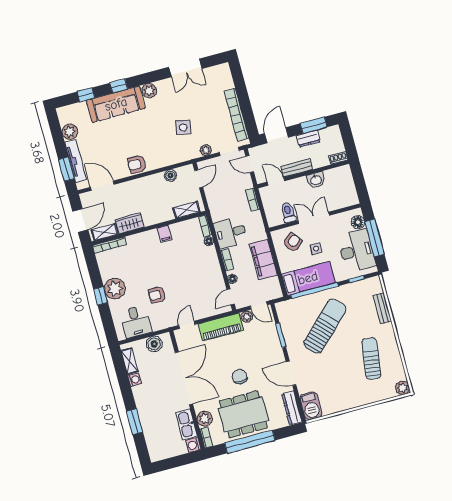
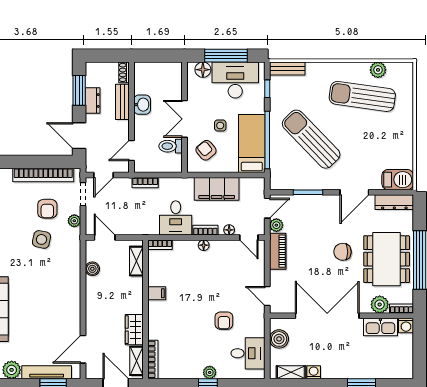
armchair: (137, 164) -> (47, 209), moved
bench: (297, 168) -> (122, 102), moved
floor lamp: (209, 241) -> (204, 245), moved
plant: (115, 289) -> (210, 372), width x0.53, depth x0.53
bench: (382, 308) -> (287, 69), moved
piano: (221, 327) -> (278, 251), width x0.73, depth x0.75
sun lounger: (371, 359) -> (362, 96), width x1.36, depth x1.34
plant: (402, 388) -> (378, 70), moved

